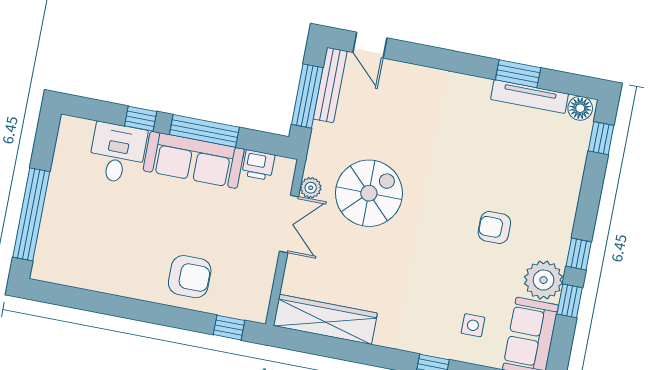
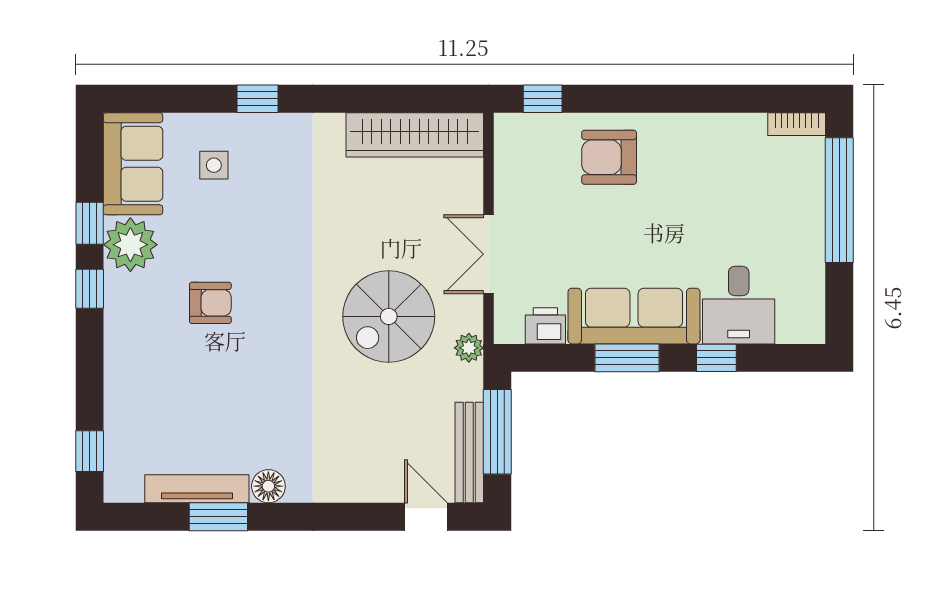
floor lamp: (580, 108) -> (268, 486), moved
window: (204, 131) -> (627, 358), width x0.69
plant: (311, 188) -> (469, 348), moved
bookcase: (51, 275) -> (797, 124), added

